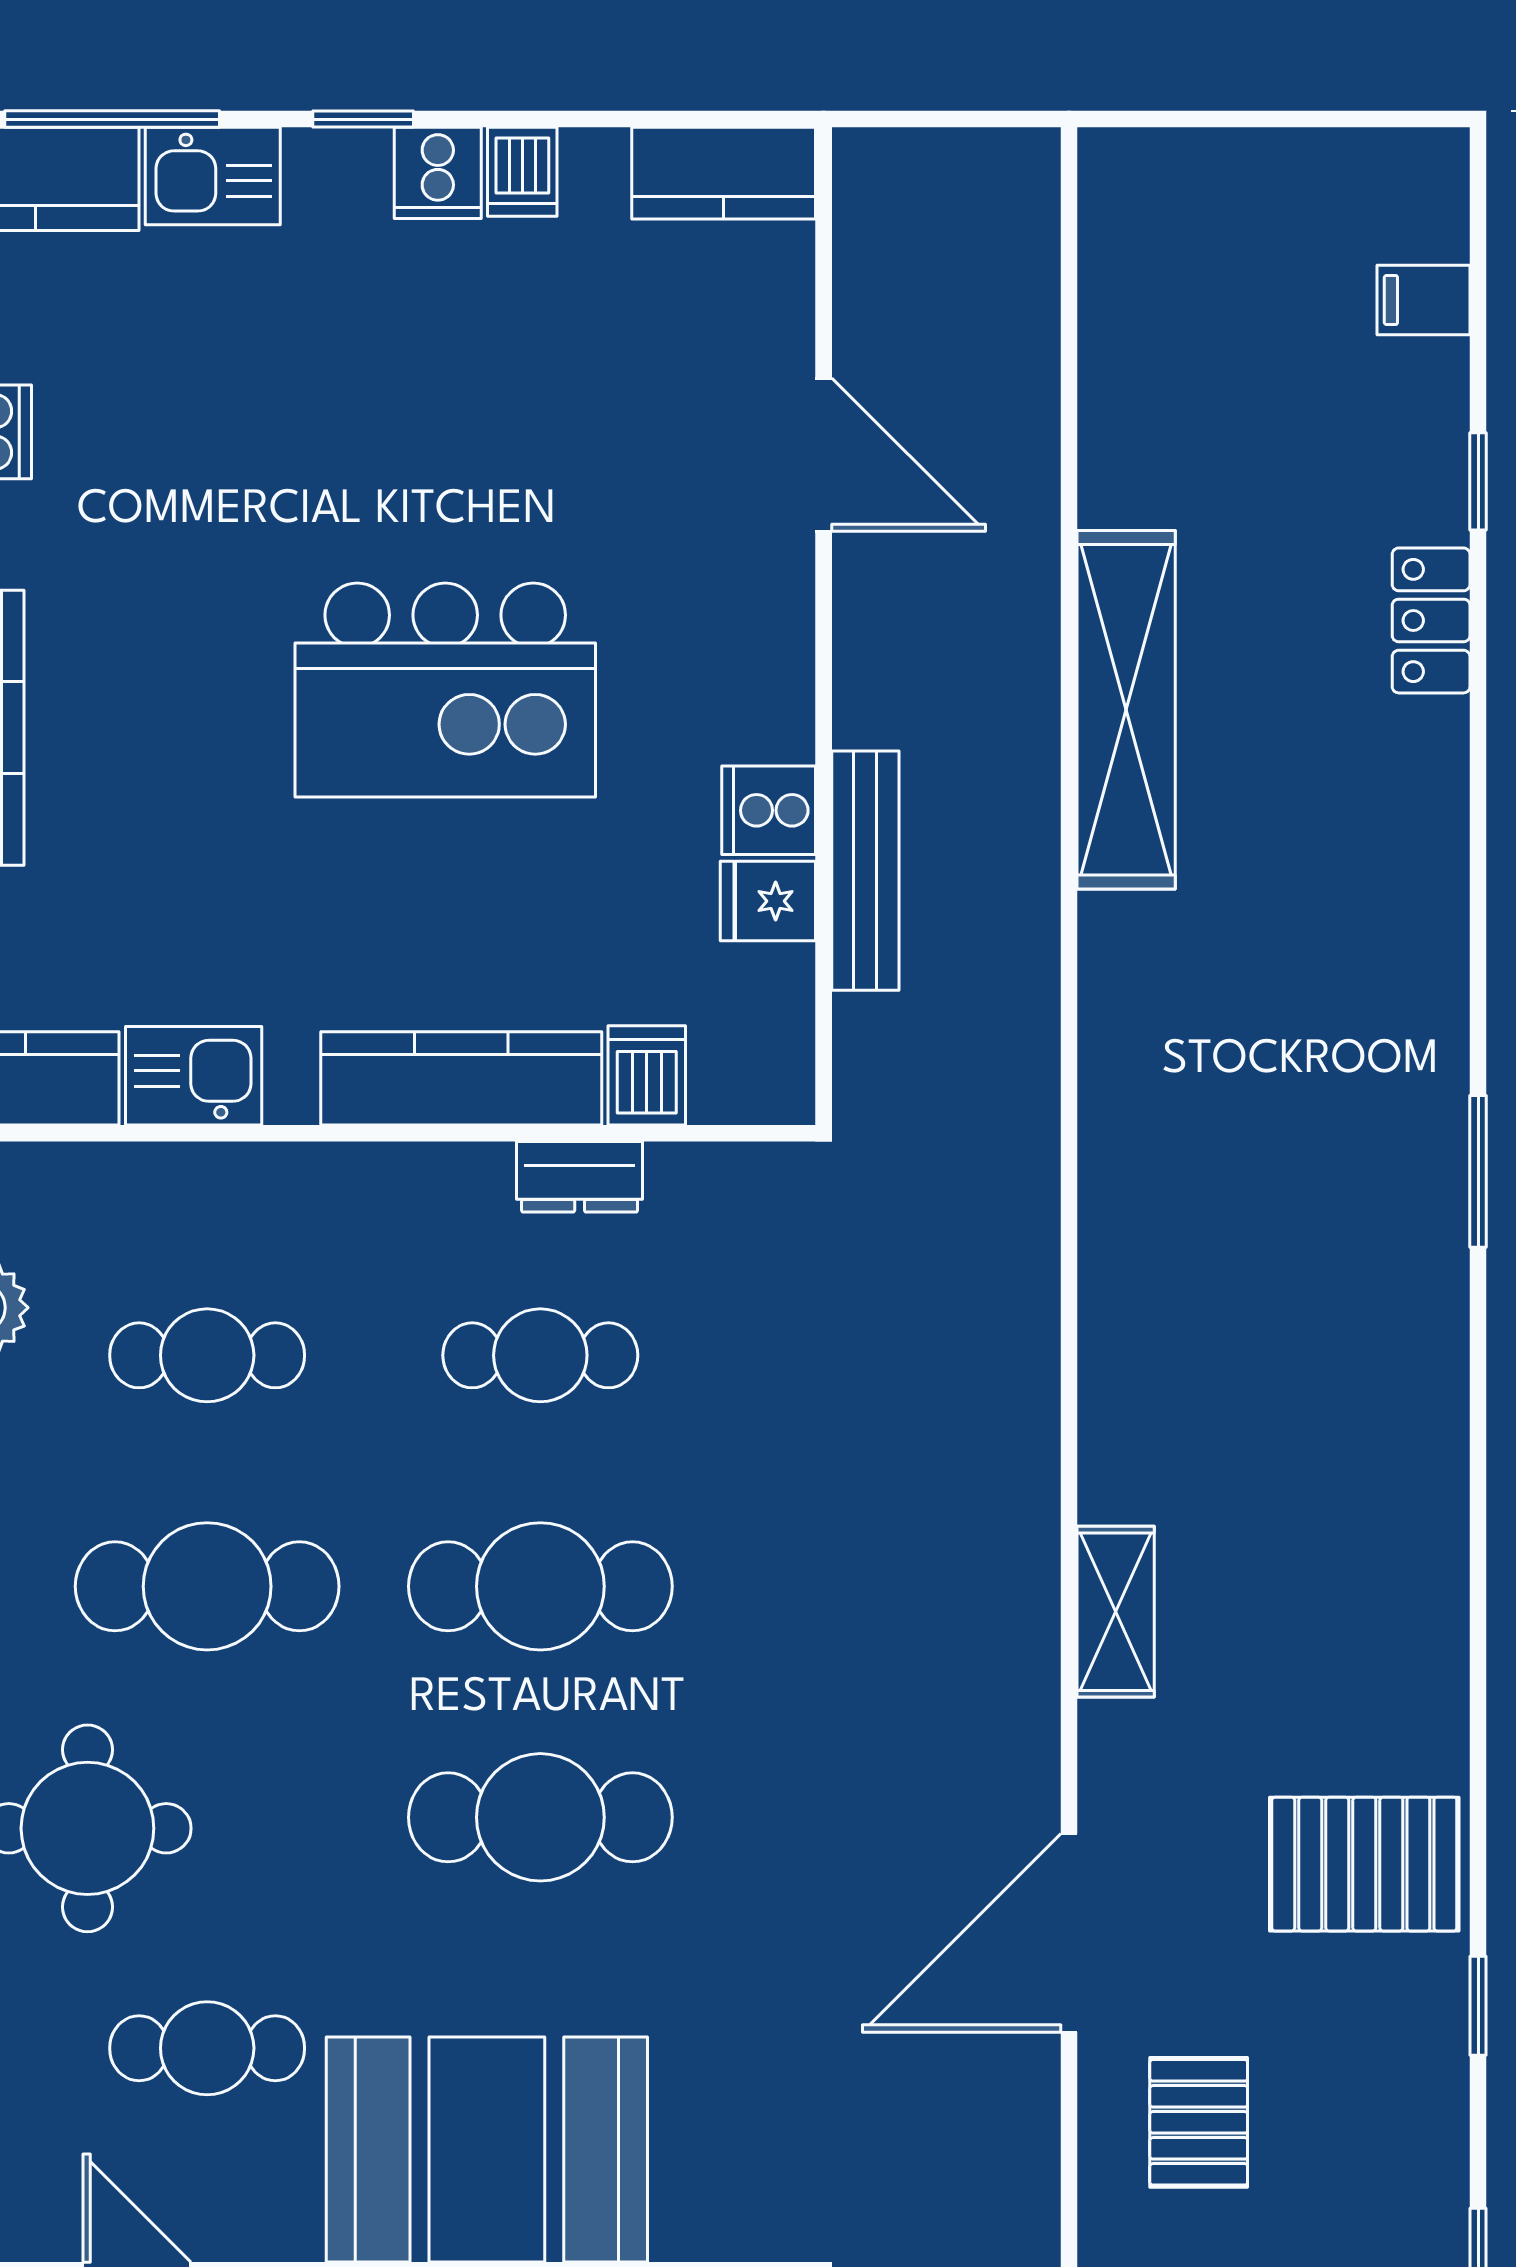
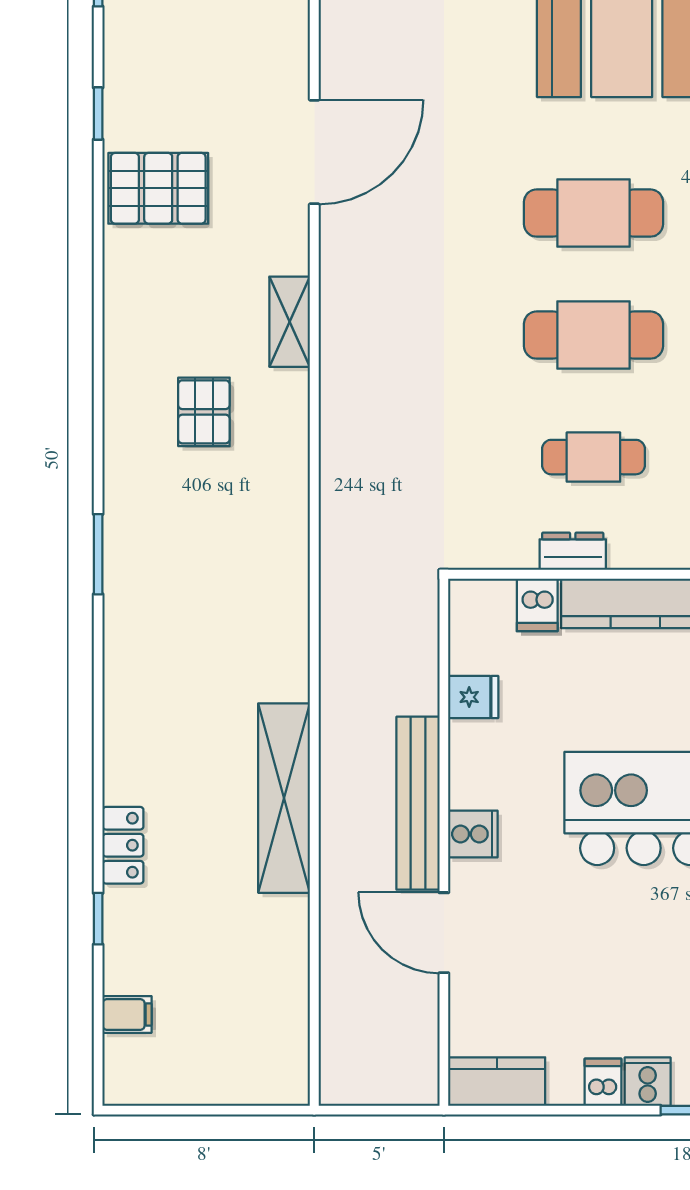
cooker: (769, 810) -> (473, 834), moved
bench: (865, 871) -> (418, 803), moved, width x1.37, depth x1.21
pallet: (1199, 2122) -> (204, 412), moved

